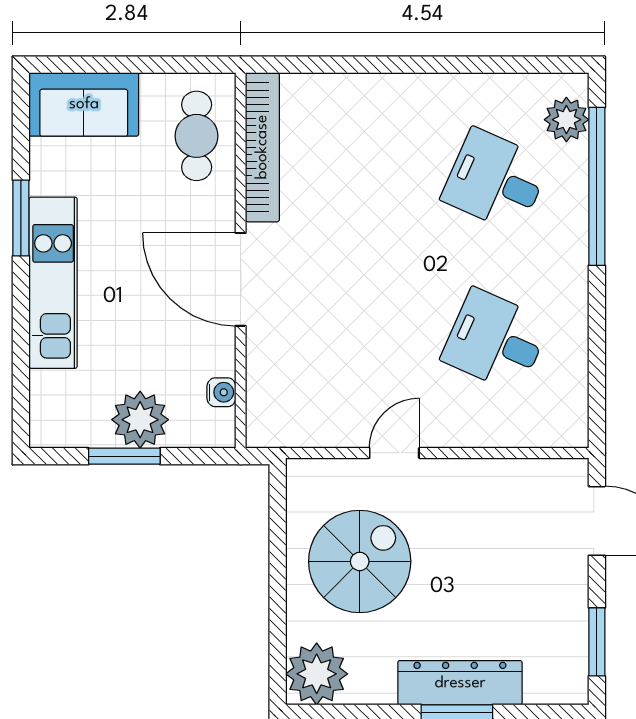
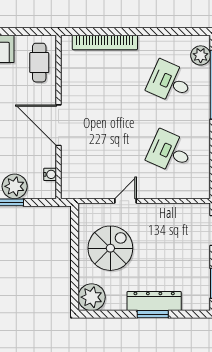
bookcase: (262, 147) -> (105, 42), moved, turned 90

